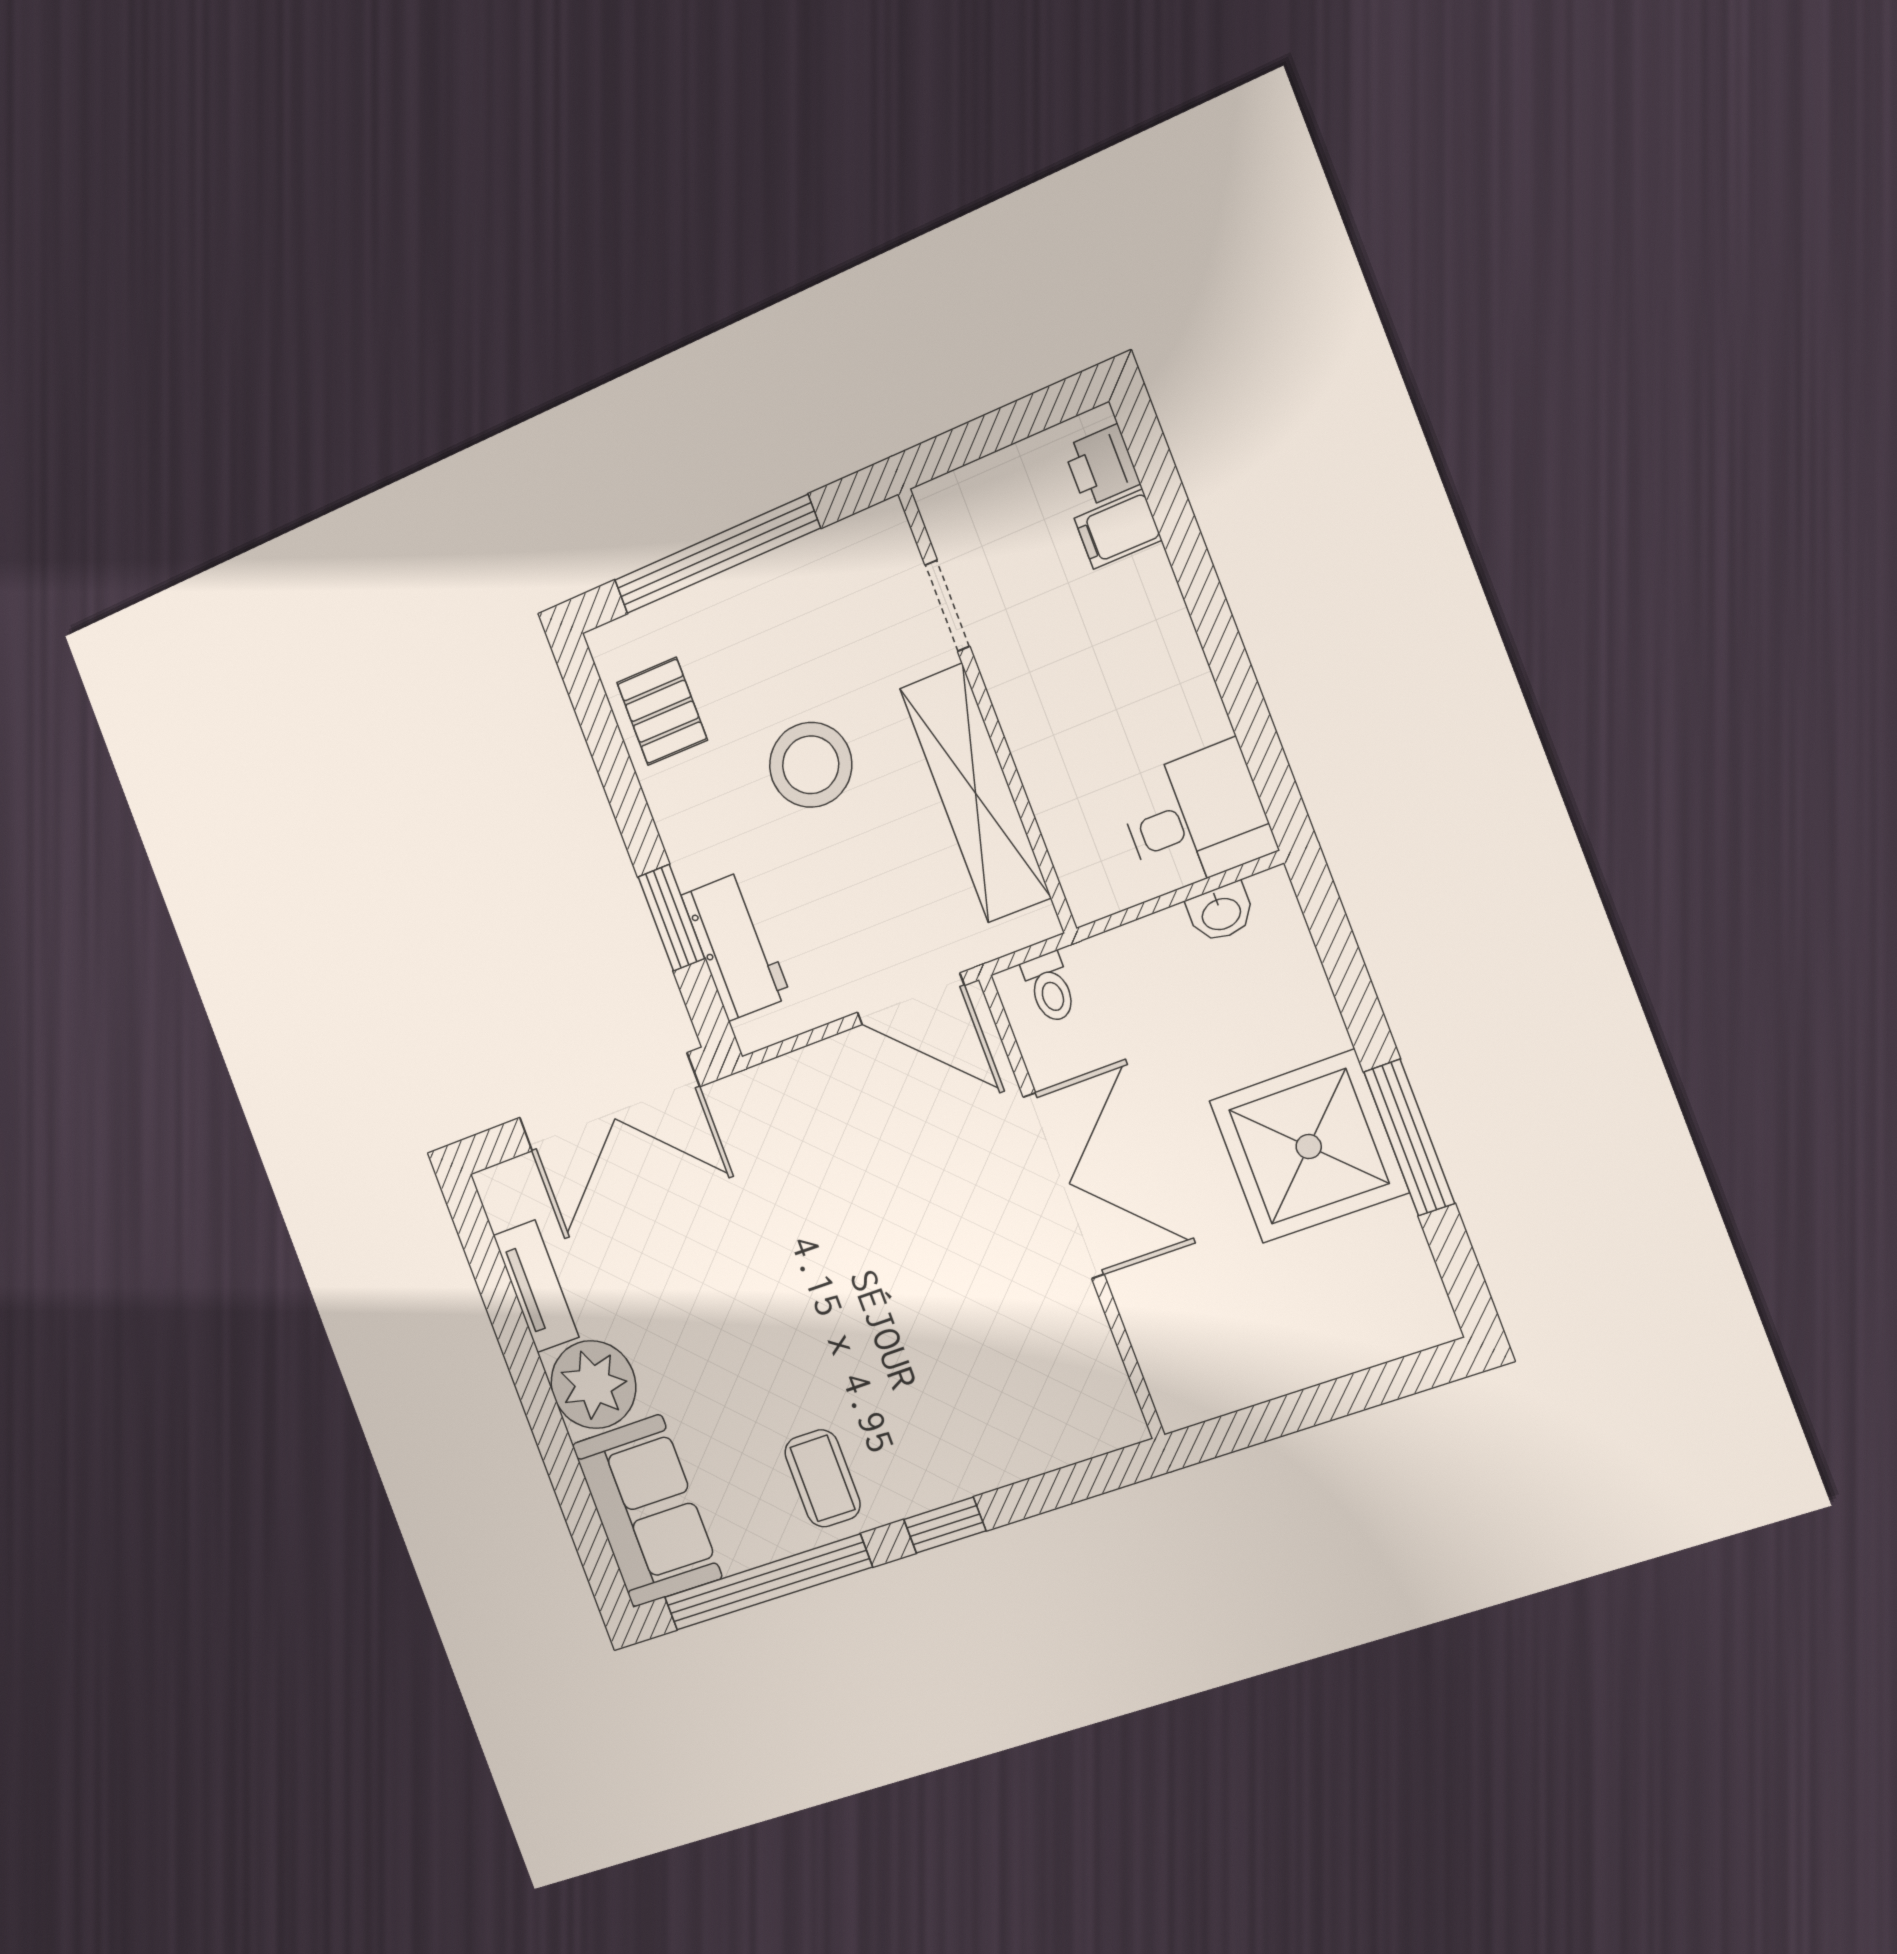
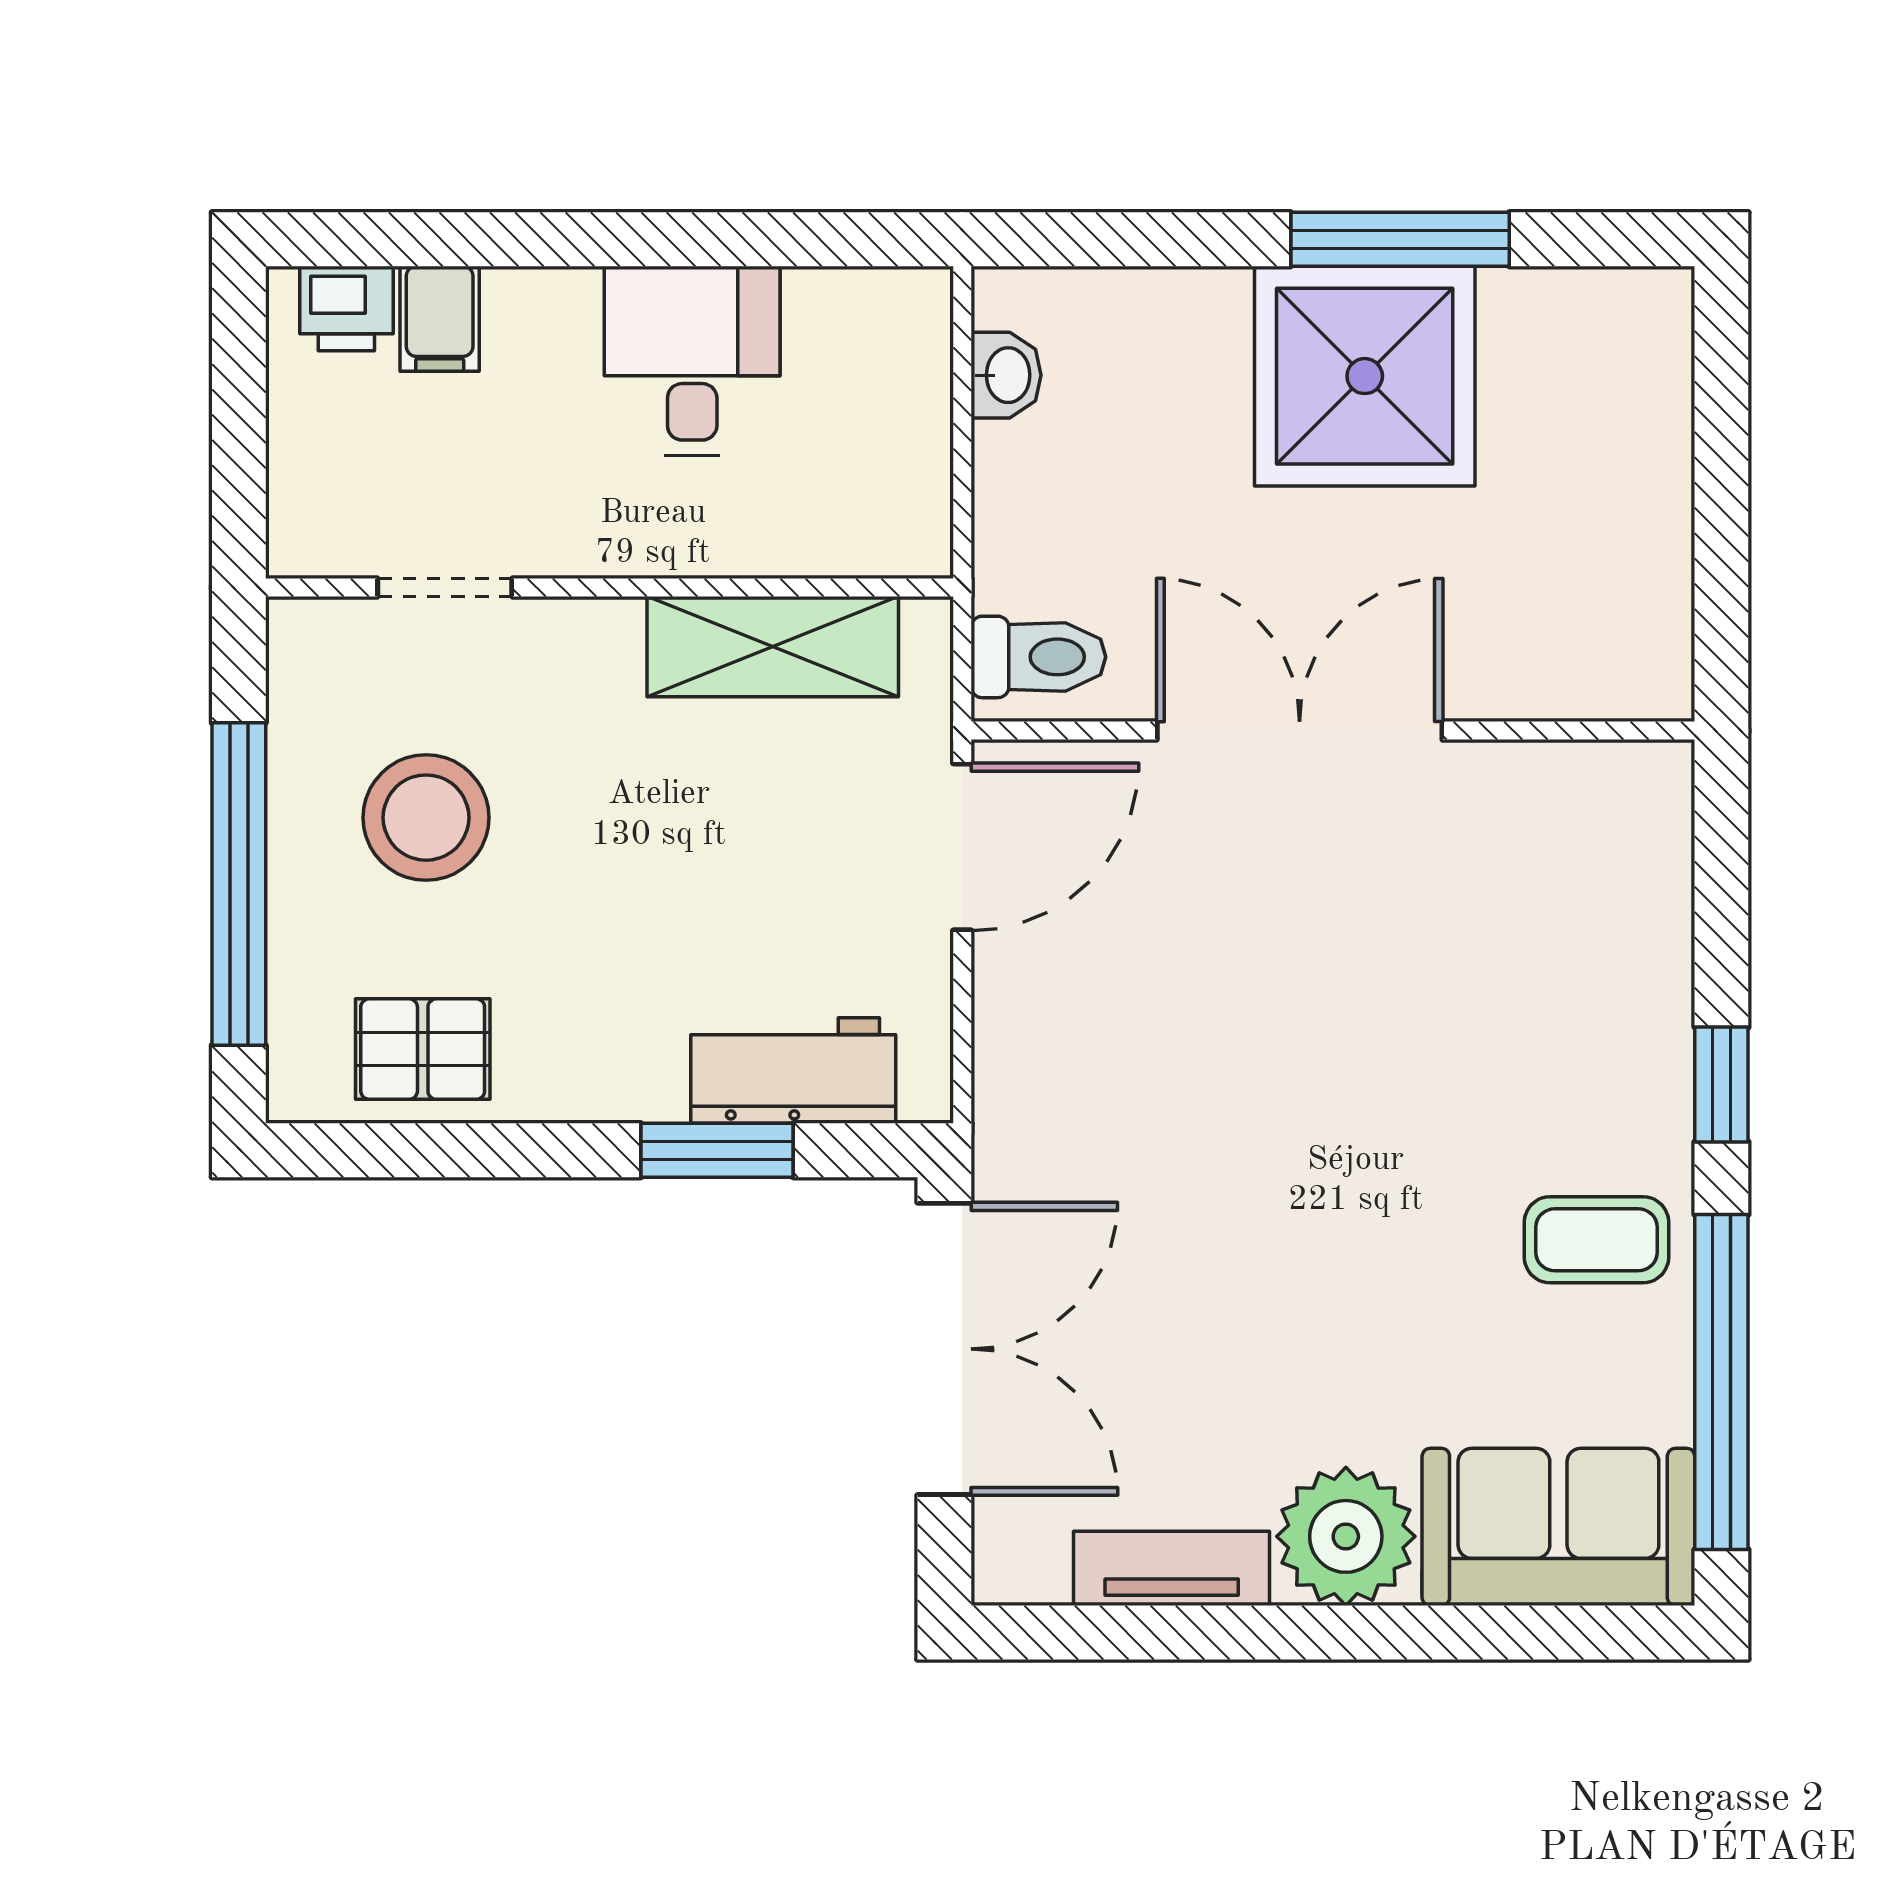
stool: (811, 765) -> (426, 818), moved
shelving: (975, 793) -> (773, 647), width x0.68
desk: (1196, 818) -> (692, 361), moved
toilet: (1050, 988) -> (1038, 657), width x1.37, depth x1.39

